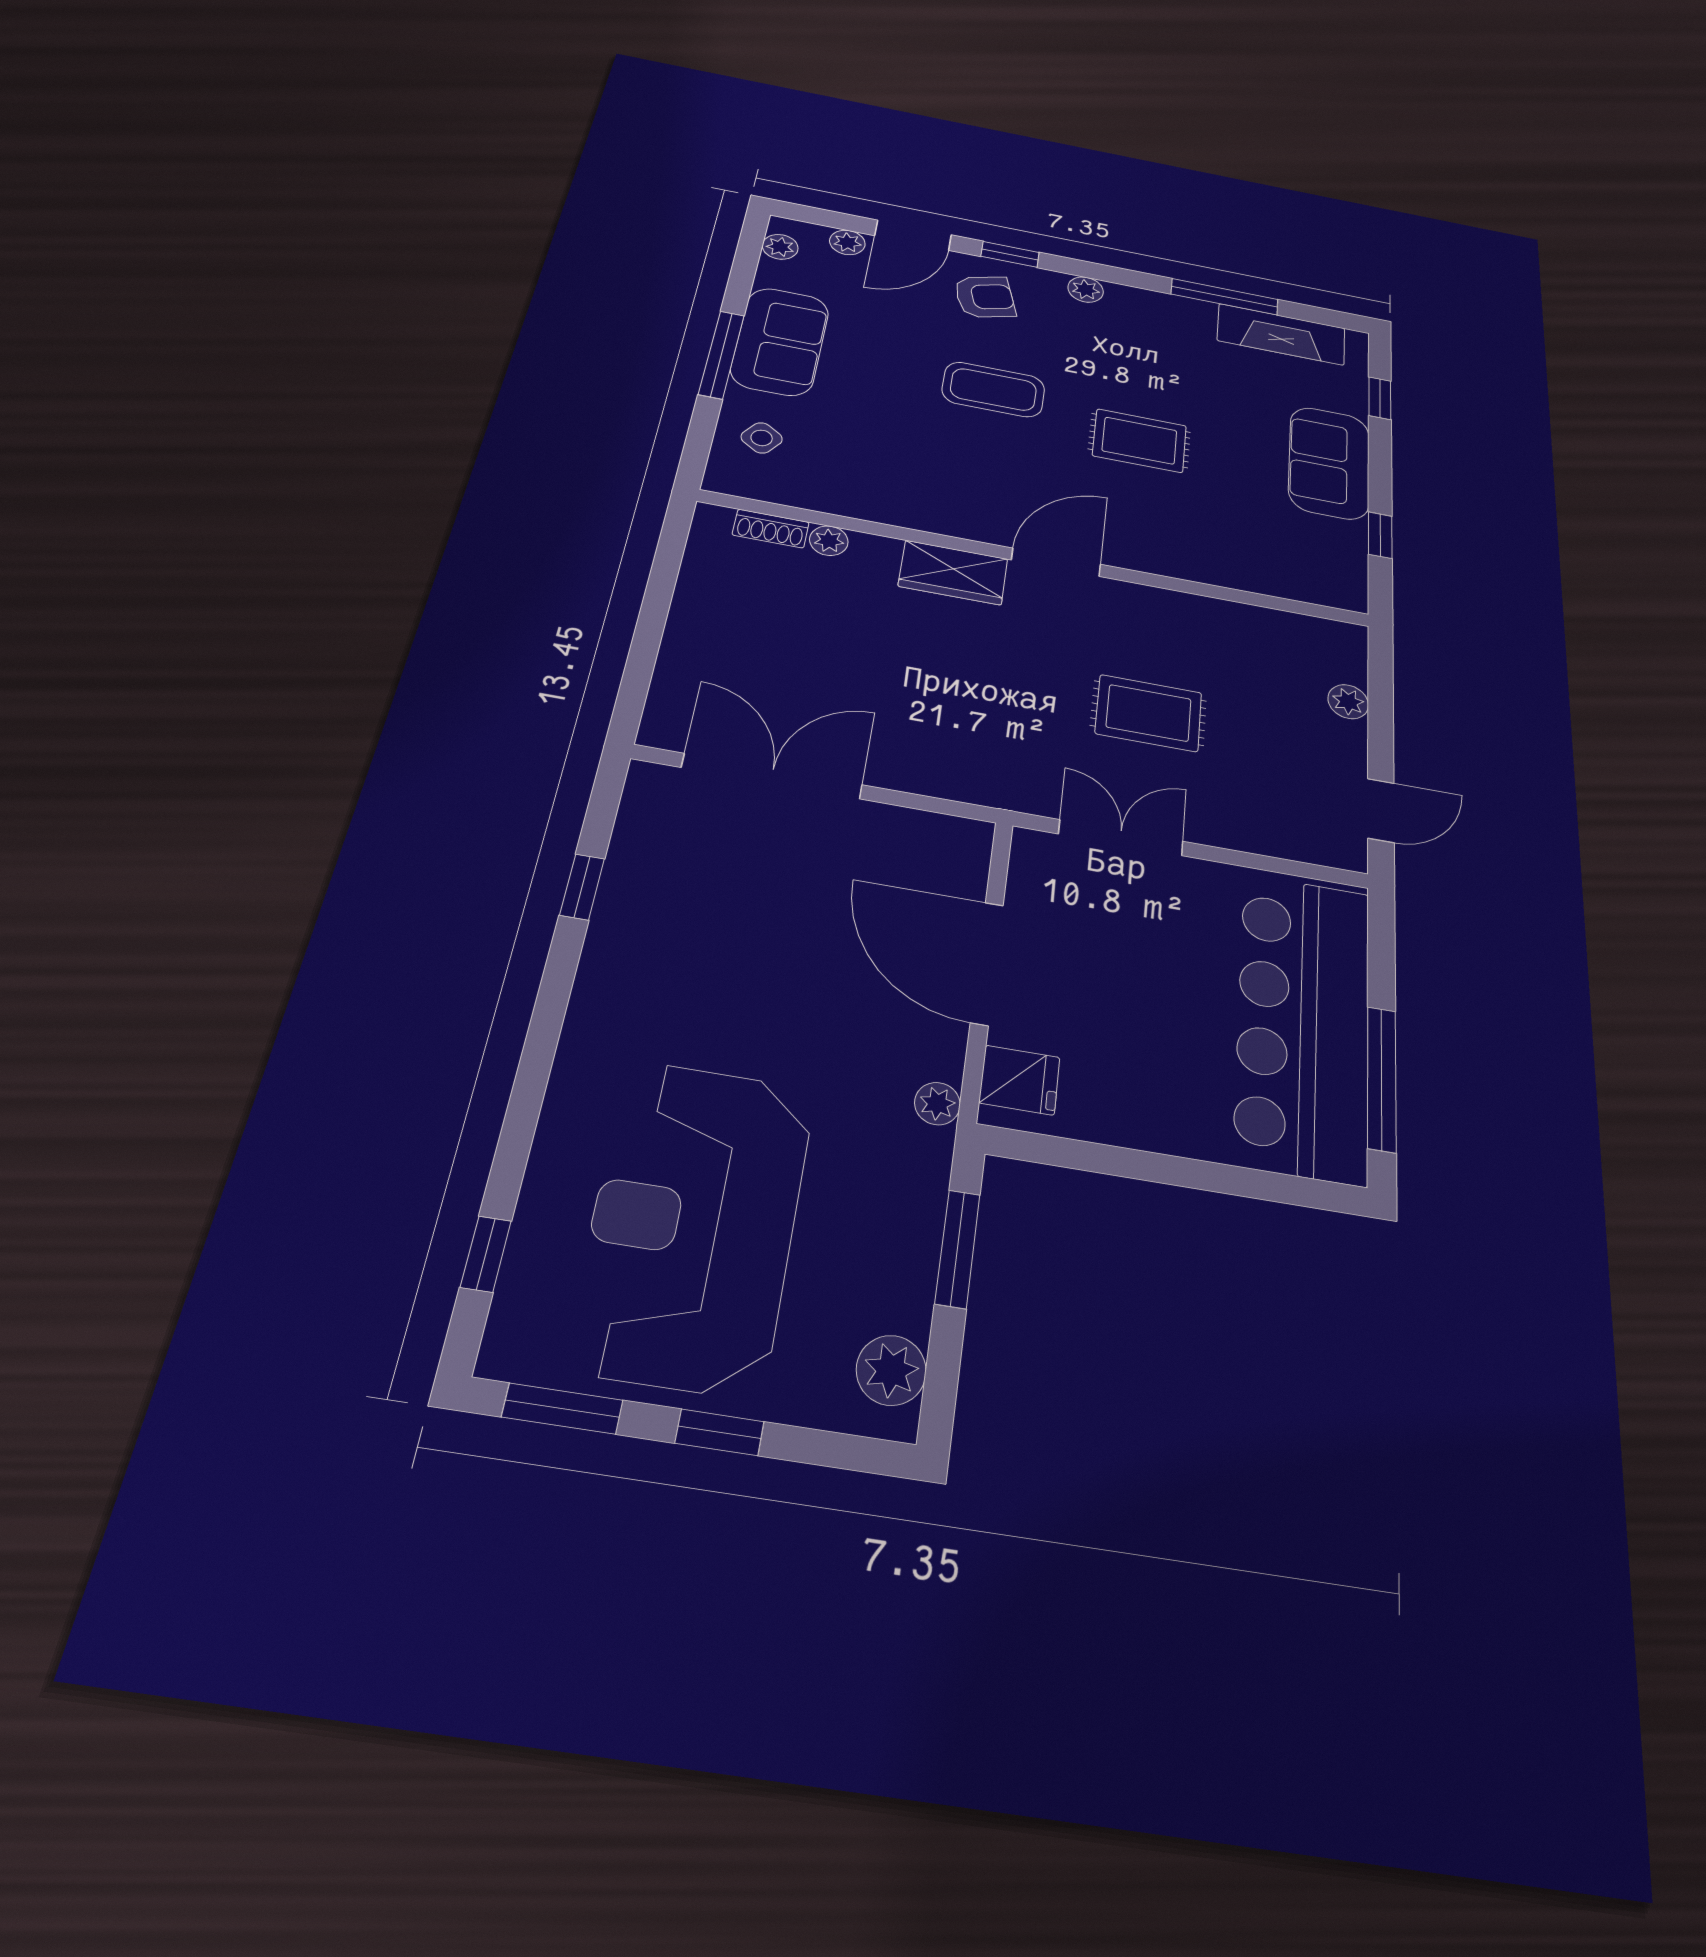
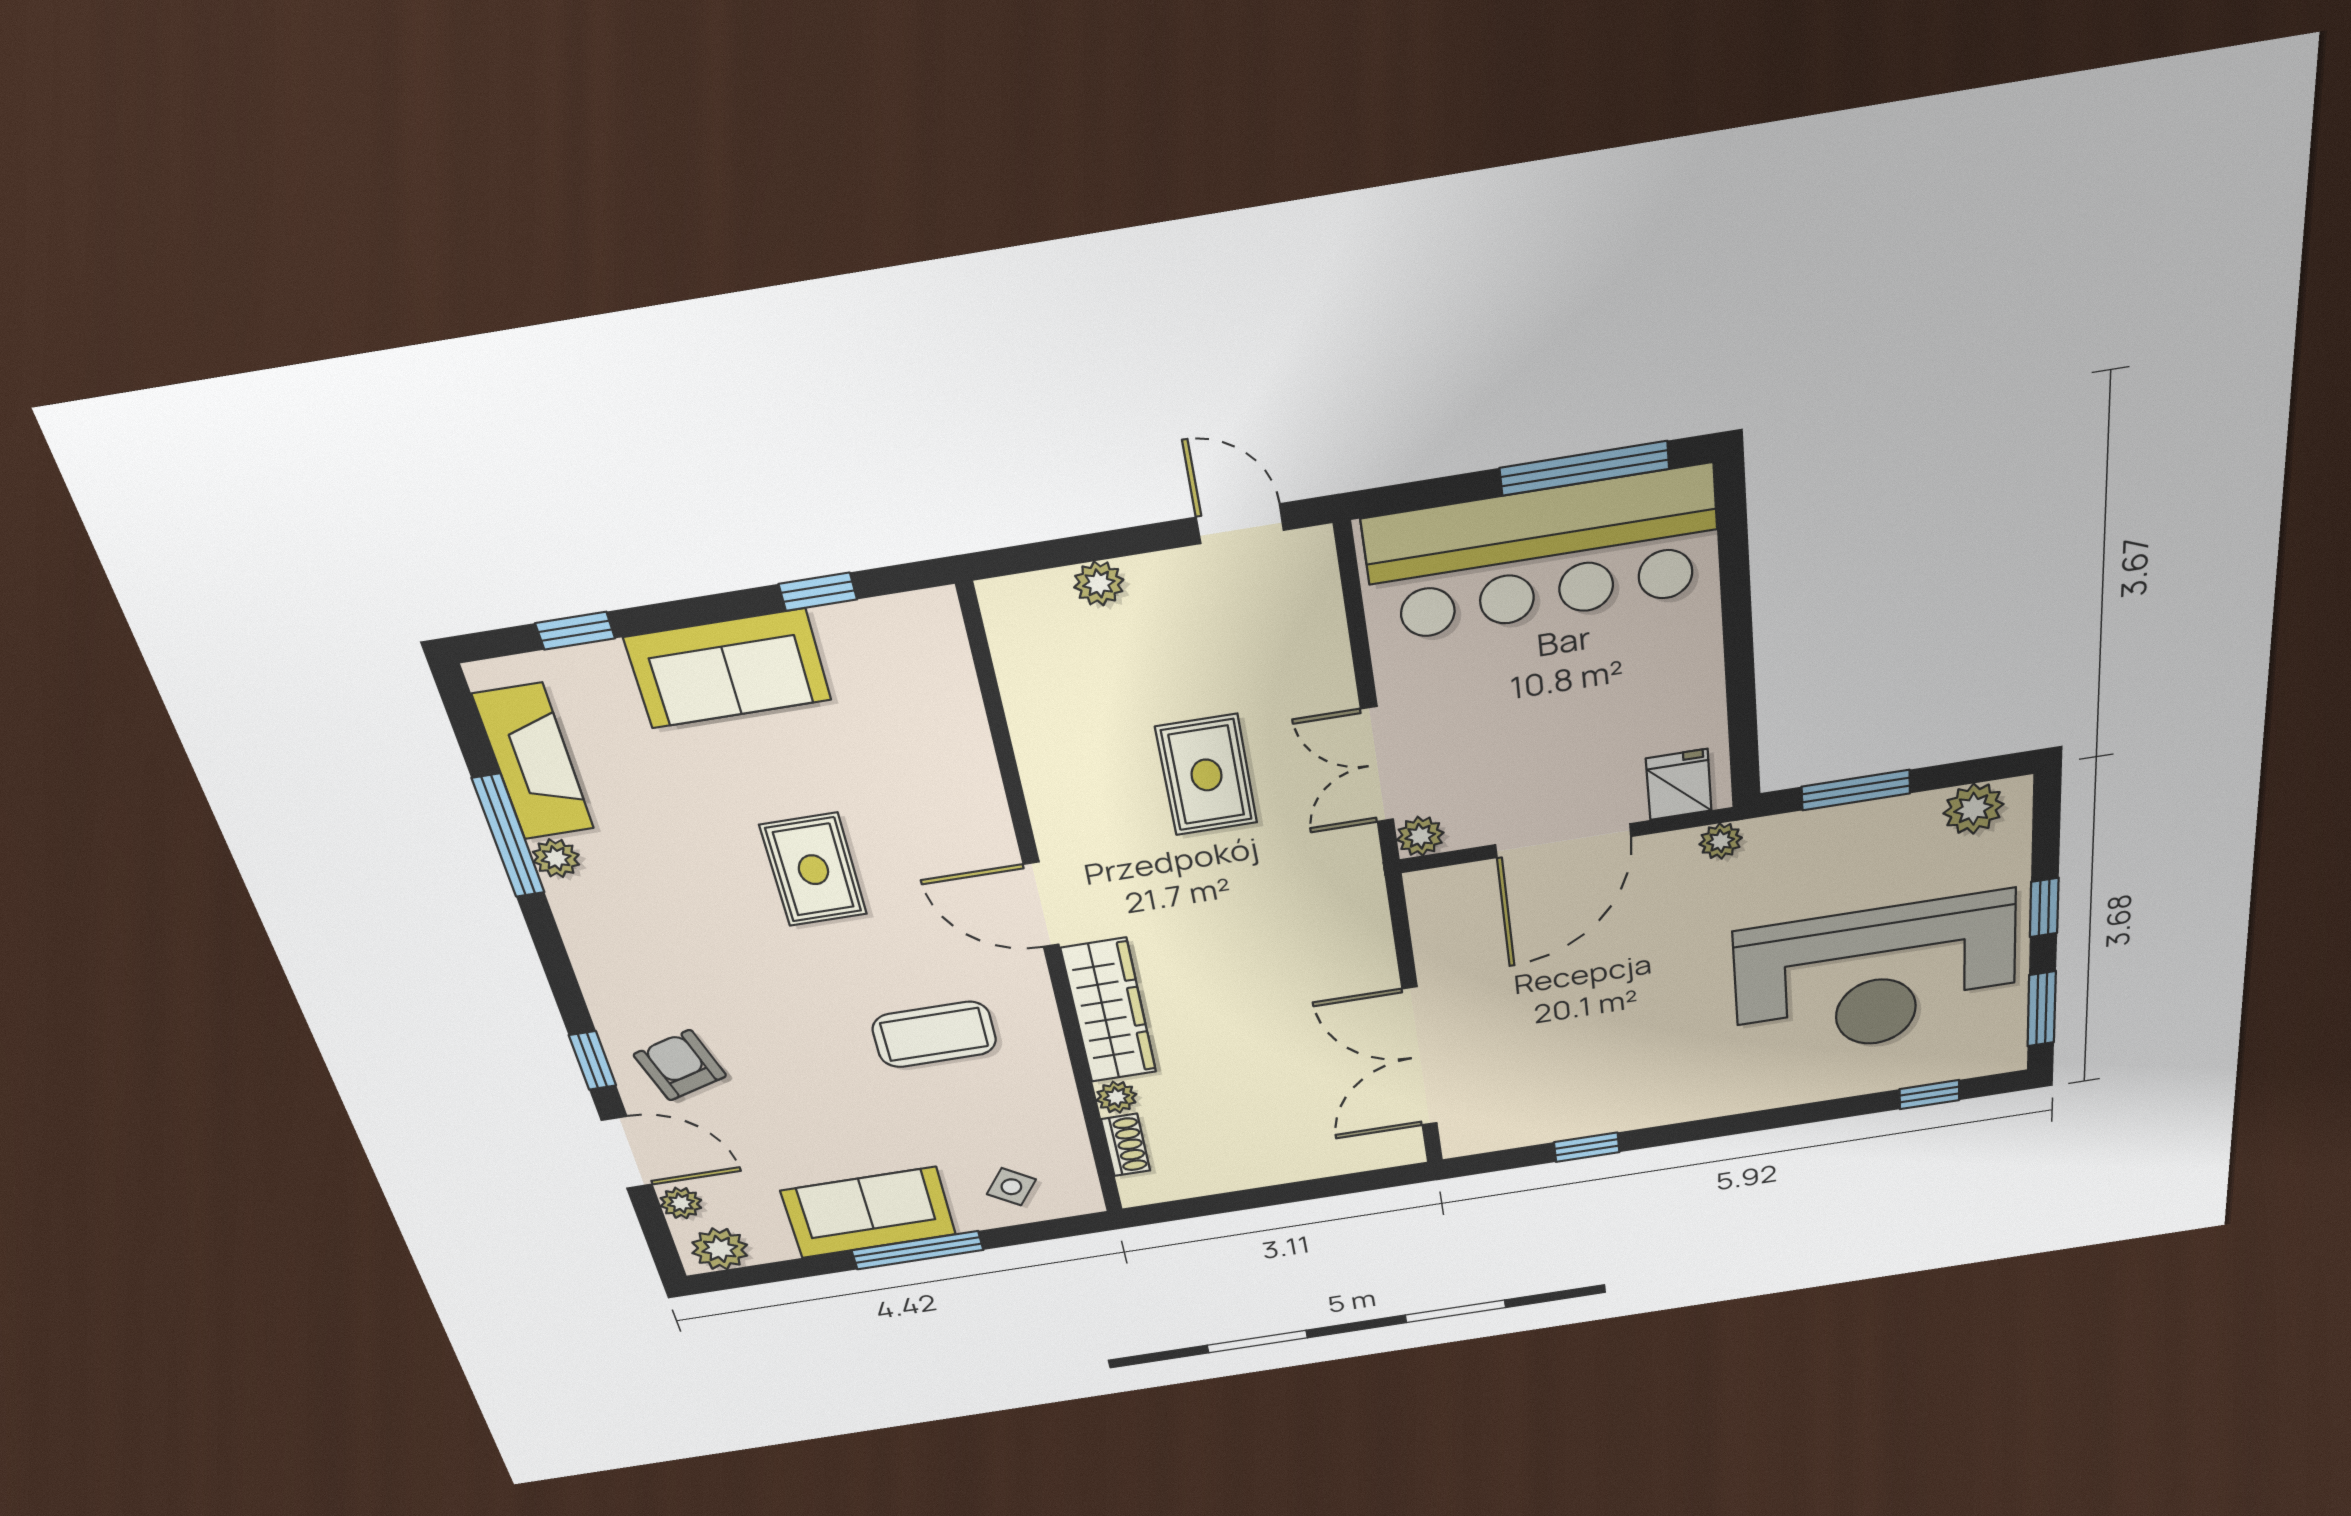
plant: (780, 247) -> (720, 1249), width x1.38, depth x1.38
plant: (1086, 290) -> (556, 858), moved
coffee table: (993, 390) -> (934, 1034), moved, turned 90
wardrobe: (953, 573) -> (1109, 1011), width x1.50
plant: (1032, 849) -> (1420, 836), added

